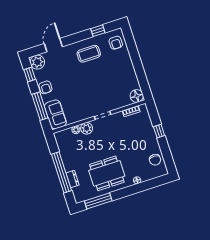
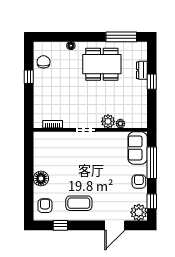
floor lamp: (137, 96) -> (41, 178), moved
window: (159, 131) -> (29, 77), moved
window: (61, 172) -> (152, 82), width x0.32

